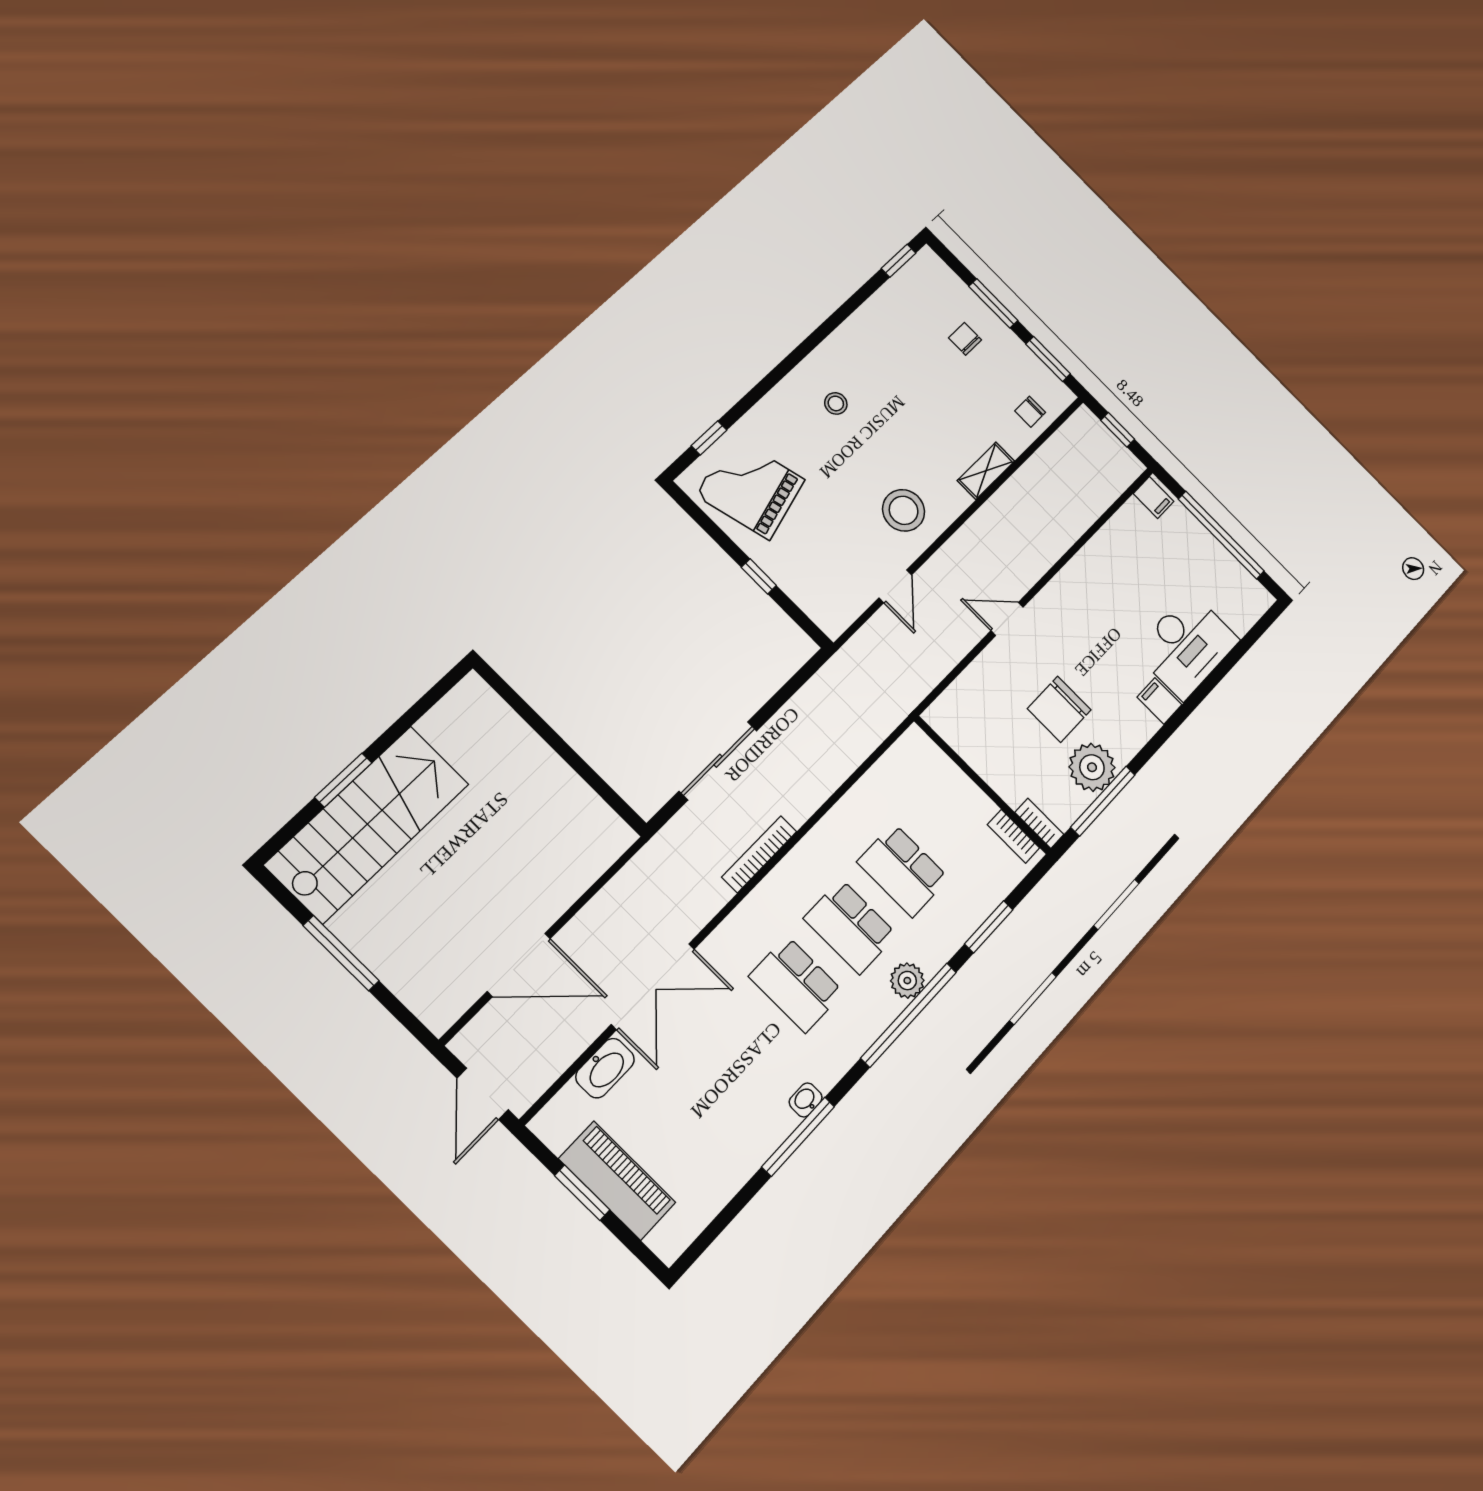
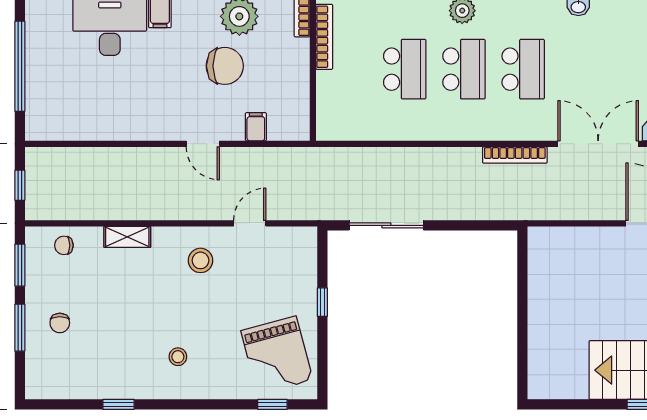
window: (898, 261) -> (118, 404), moved
chair: (1030, 412) -> (64, 245), turned 180
filing cabinet: (1154, 497) -> (256, 127), moved
stool: (904, 510) -> (200, 260), width x0.73, depth x0.73
sliding door: (718, 761) -> (386, 225), moved
bookcase: (1013, 836) -> (324, 37), width x1.56
bookcase: (759, 854) -> (515, 155), moved

